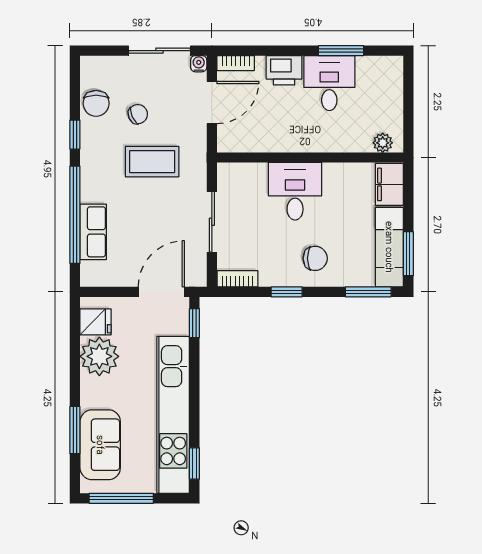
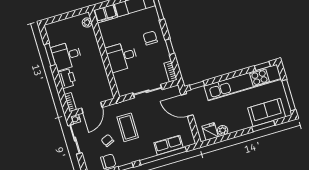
door: (212, 102) -> (92, 108), swing flipped
plant: (99, 356) -> (223, 130), width x0.53, depth x0.53

